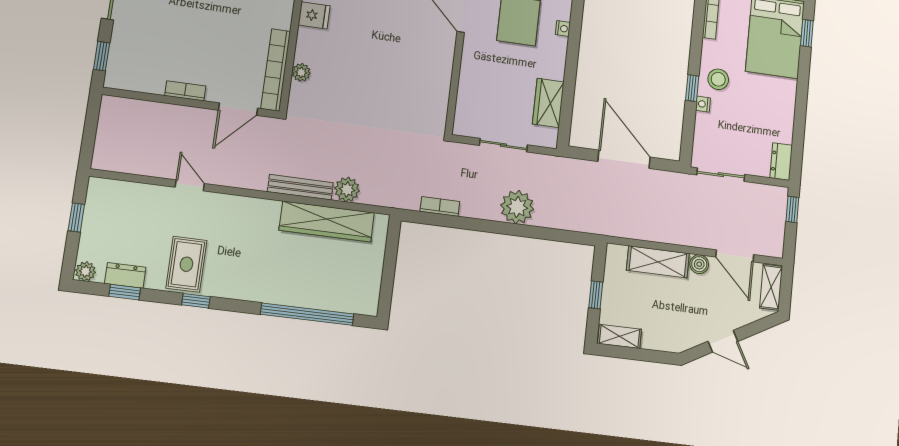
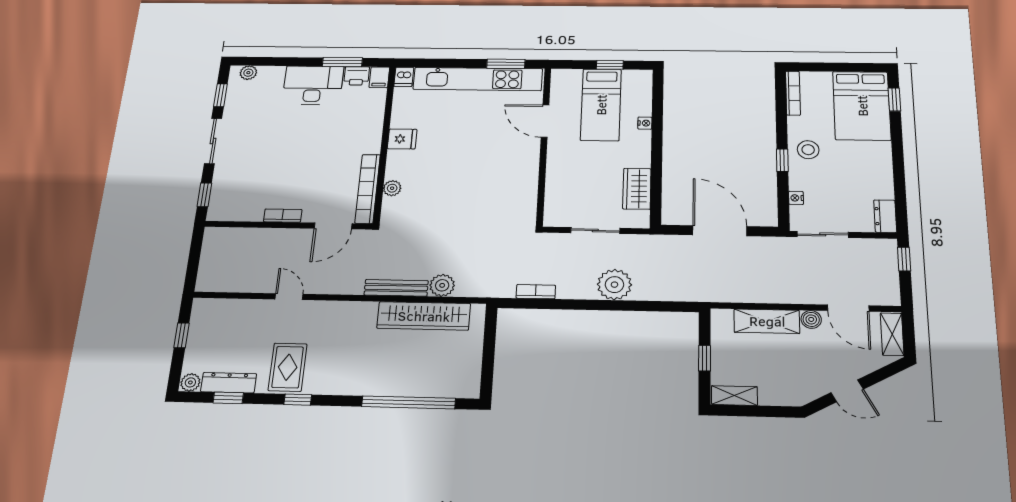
nightstand: (703, 104) -> (796, 198), moved
dresser: (125, 275) -> (229, 383), width x1.44

